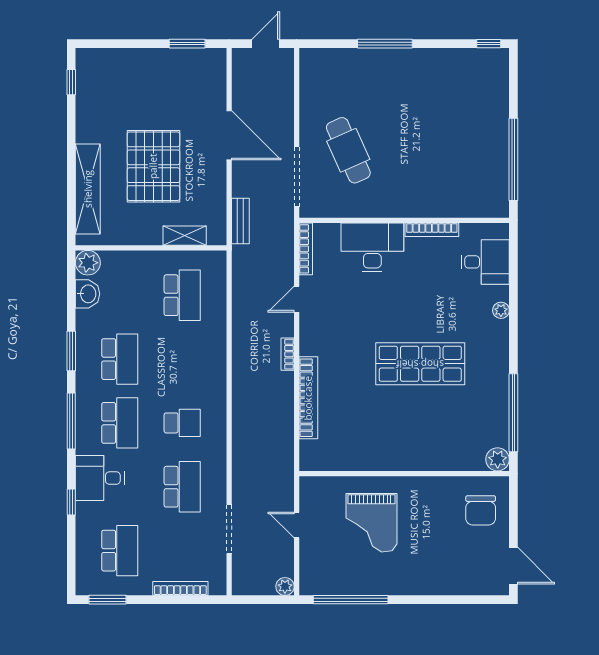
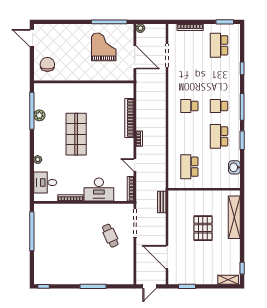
door: (229, 135) -> (167, 257), moved
cafe table: (348, 150) -> (110, 236), width x0.73, depth x0.74
pallet: (153, 166) -> (203, 228), width x0.73, depth x0.71
shelving: (185, 236) -> (228, 280), moved
plant: (88, 263) -> (234, 182), removed
door: (297, 299) -> (135, 165), swing flipped
shop shelf: (420, 364) -> (76, 134), turned 90
school desk: (120, 423) -> (219, 106), width x0.54
plant: (498, 459) -> (39, 115), moved
desk: (100, 478) -> (229, 80), removed
school desk: (182, 487) -> (189, 76), removed
grand piano: (371, 523) -> (104, 47), moved
door: (297, 525) -> (135, 57), width x1.88

